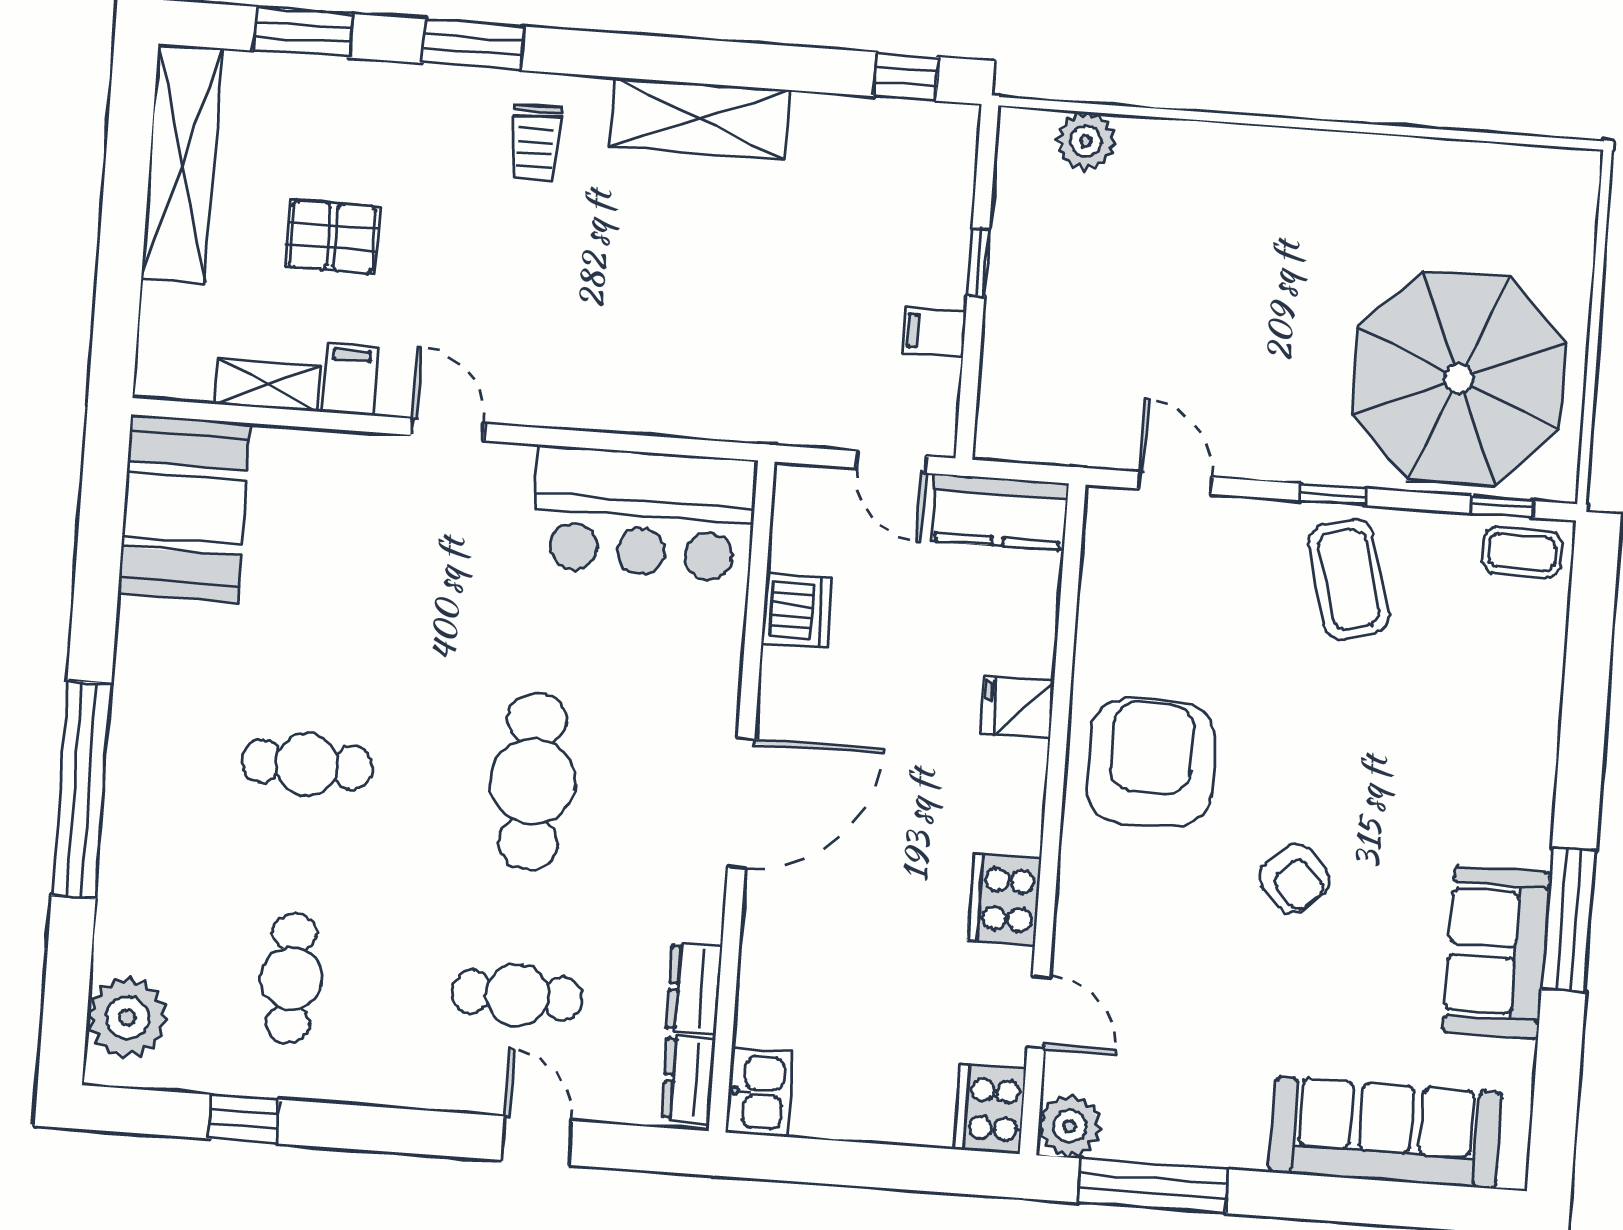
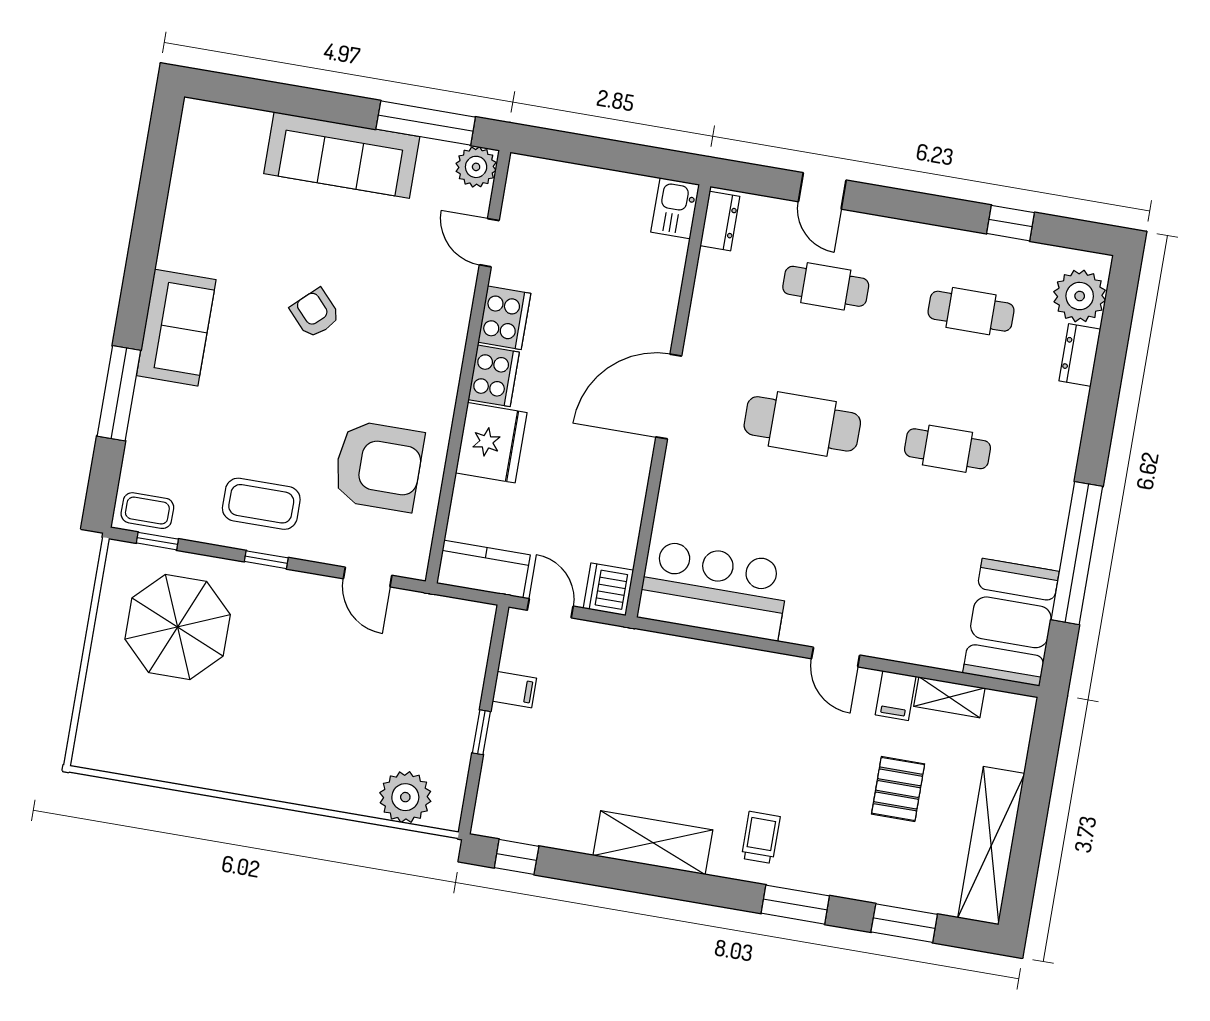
plant: (1086, 141) -> (405, 797), width x1.36, depth x1.36
pallet: (332, 237) -> (898, 789), turned 90
parasol: (1459, 378) -> (178, 627), width x0.73, depth x0.73
coffee table: (1349, 579) -> (261, 504), turned -75
dishwasher: (797, 610) -> (608, 589), moved
fridge: (1018, 707) -> (491, 443), width x1.88, depth x1.34
armchair: (1151, 763) -> (378, 466), moved, turned -90
cafe table: (533, 781) -> (802, 424), turned 90
window: (82, 790) -> (1077, 553), moved
window: (1569, 919) -> (119, 393), moved
sofa: (1496, 952) -> (176, 328), moved
cafe table: (291, 979) -> (971, 311), turned 90
dresser: (694, 988) -> (1080, 355), moved, turned 180
cooker: (990, 1109) -> (494, 376), moved
sofa: (1385, 1133) -> (342, 155), moved

